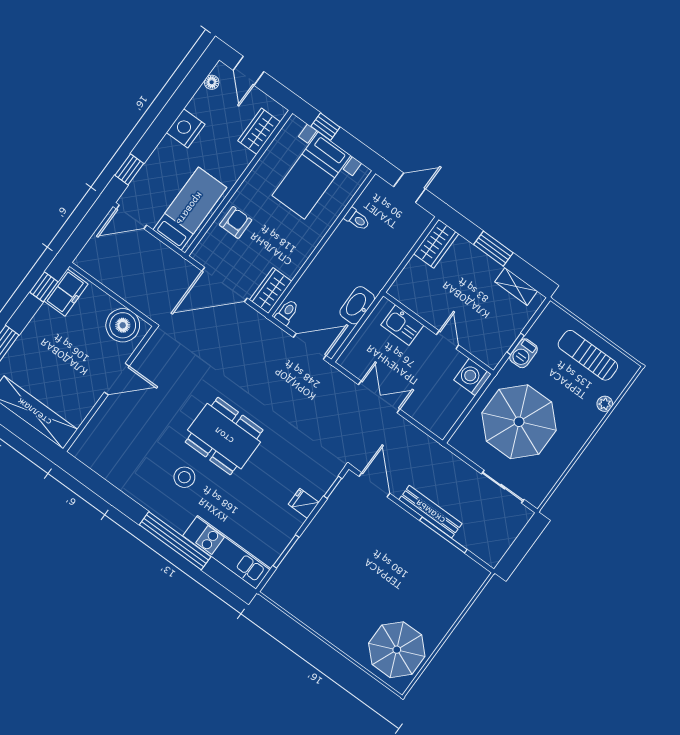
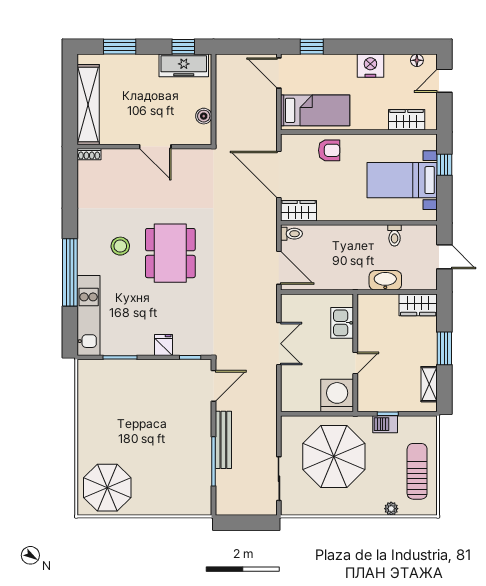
freezer: (66, 293) -> (184, 65), width x1.40
washbasin: (357, 305) -> (385, 280), moved
boiler: (123, 325) -> (204, 116), width x0.54, depth x0.54
washing machine: (472, 377) -> (337, 396), width x1.37, depth x1.37
shoe rack: (80, 445) -> (89, 154), added

